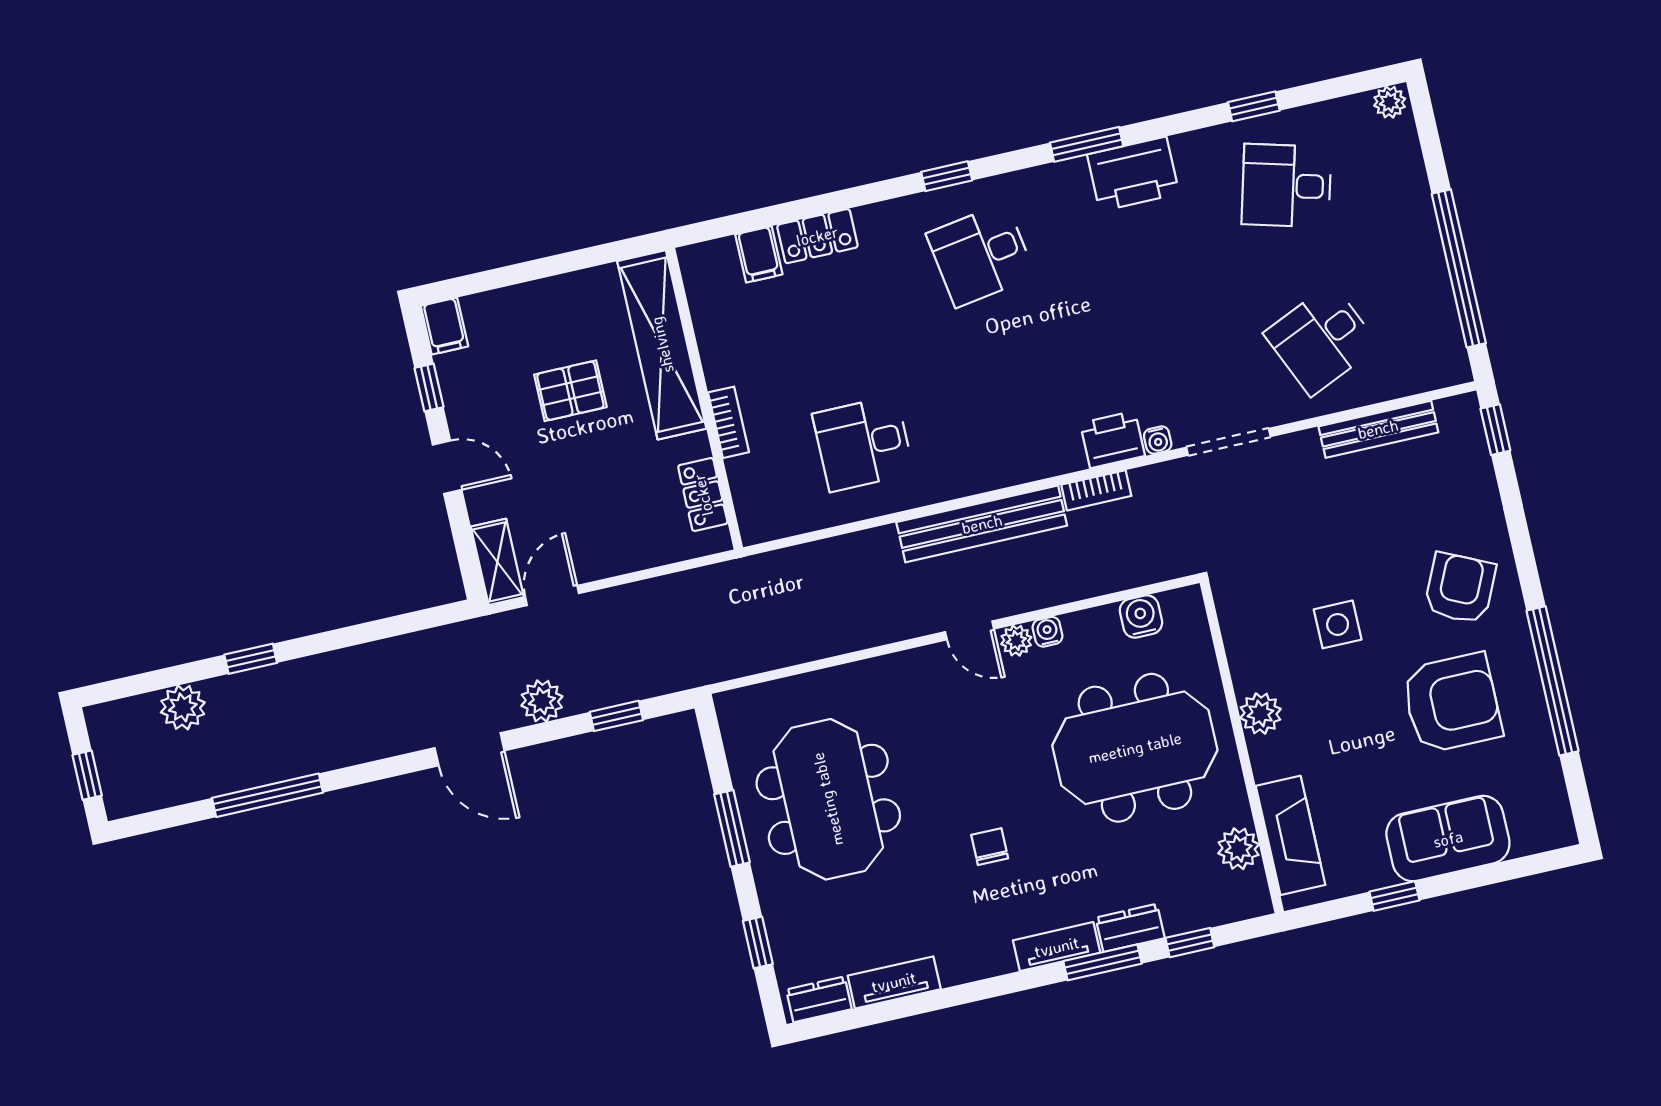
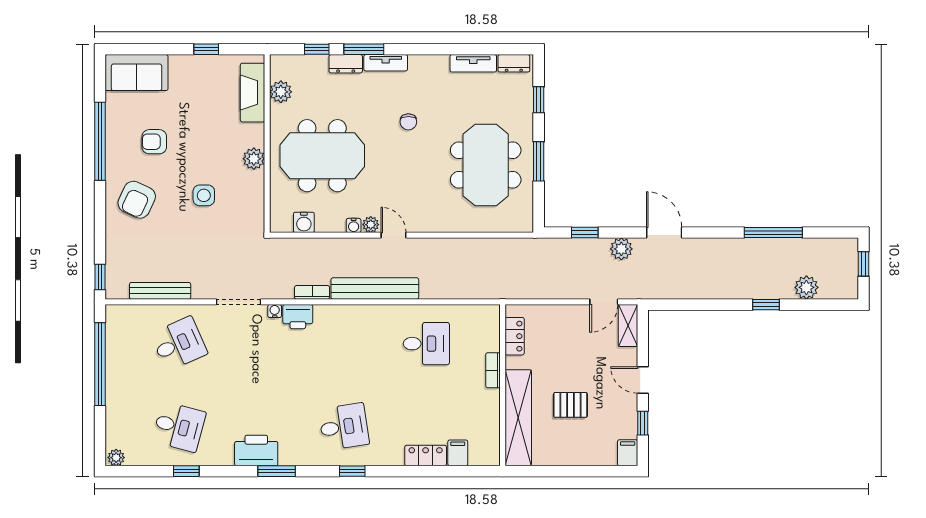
armchair: (1452, 703) -> (154, 142), width x0.53, depth x0.53
sofa: (1448, 839) -> (137, 73), moved

